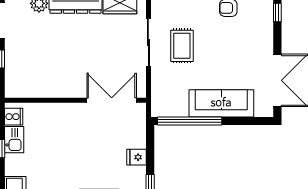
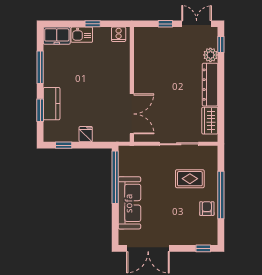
rug: (182, 46) -> (190, 179), moved
kitchen sink: (14, 140) -> (82, 35), moved

